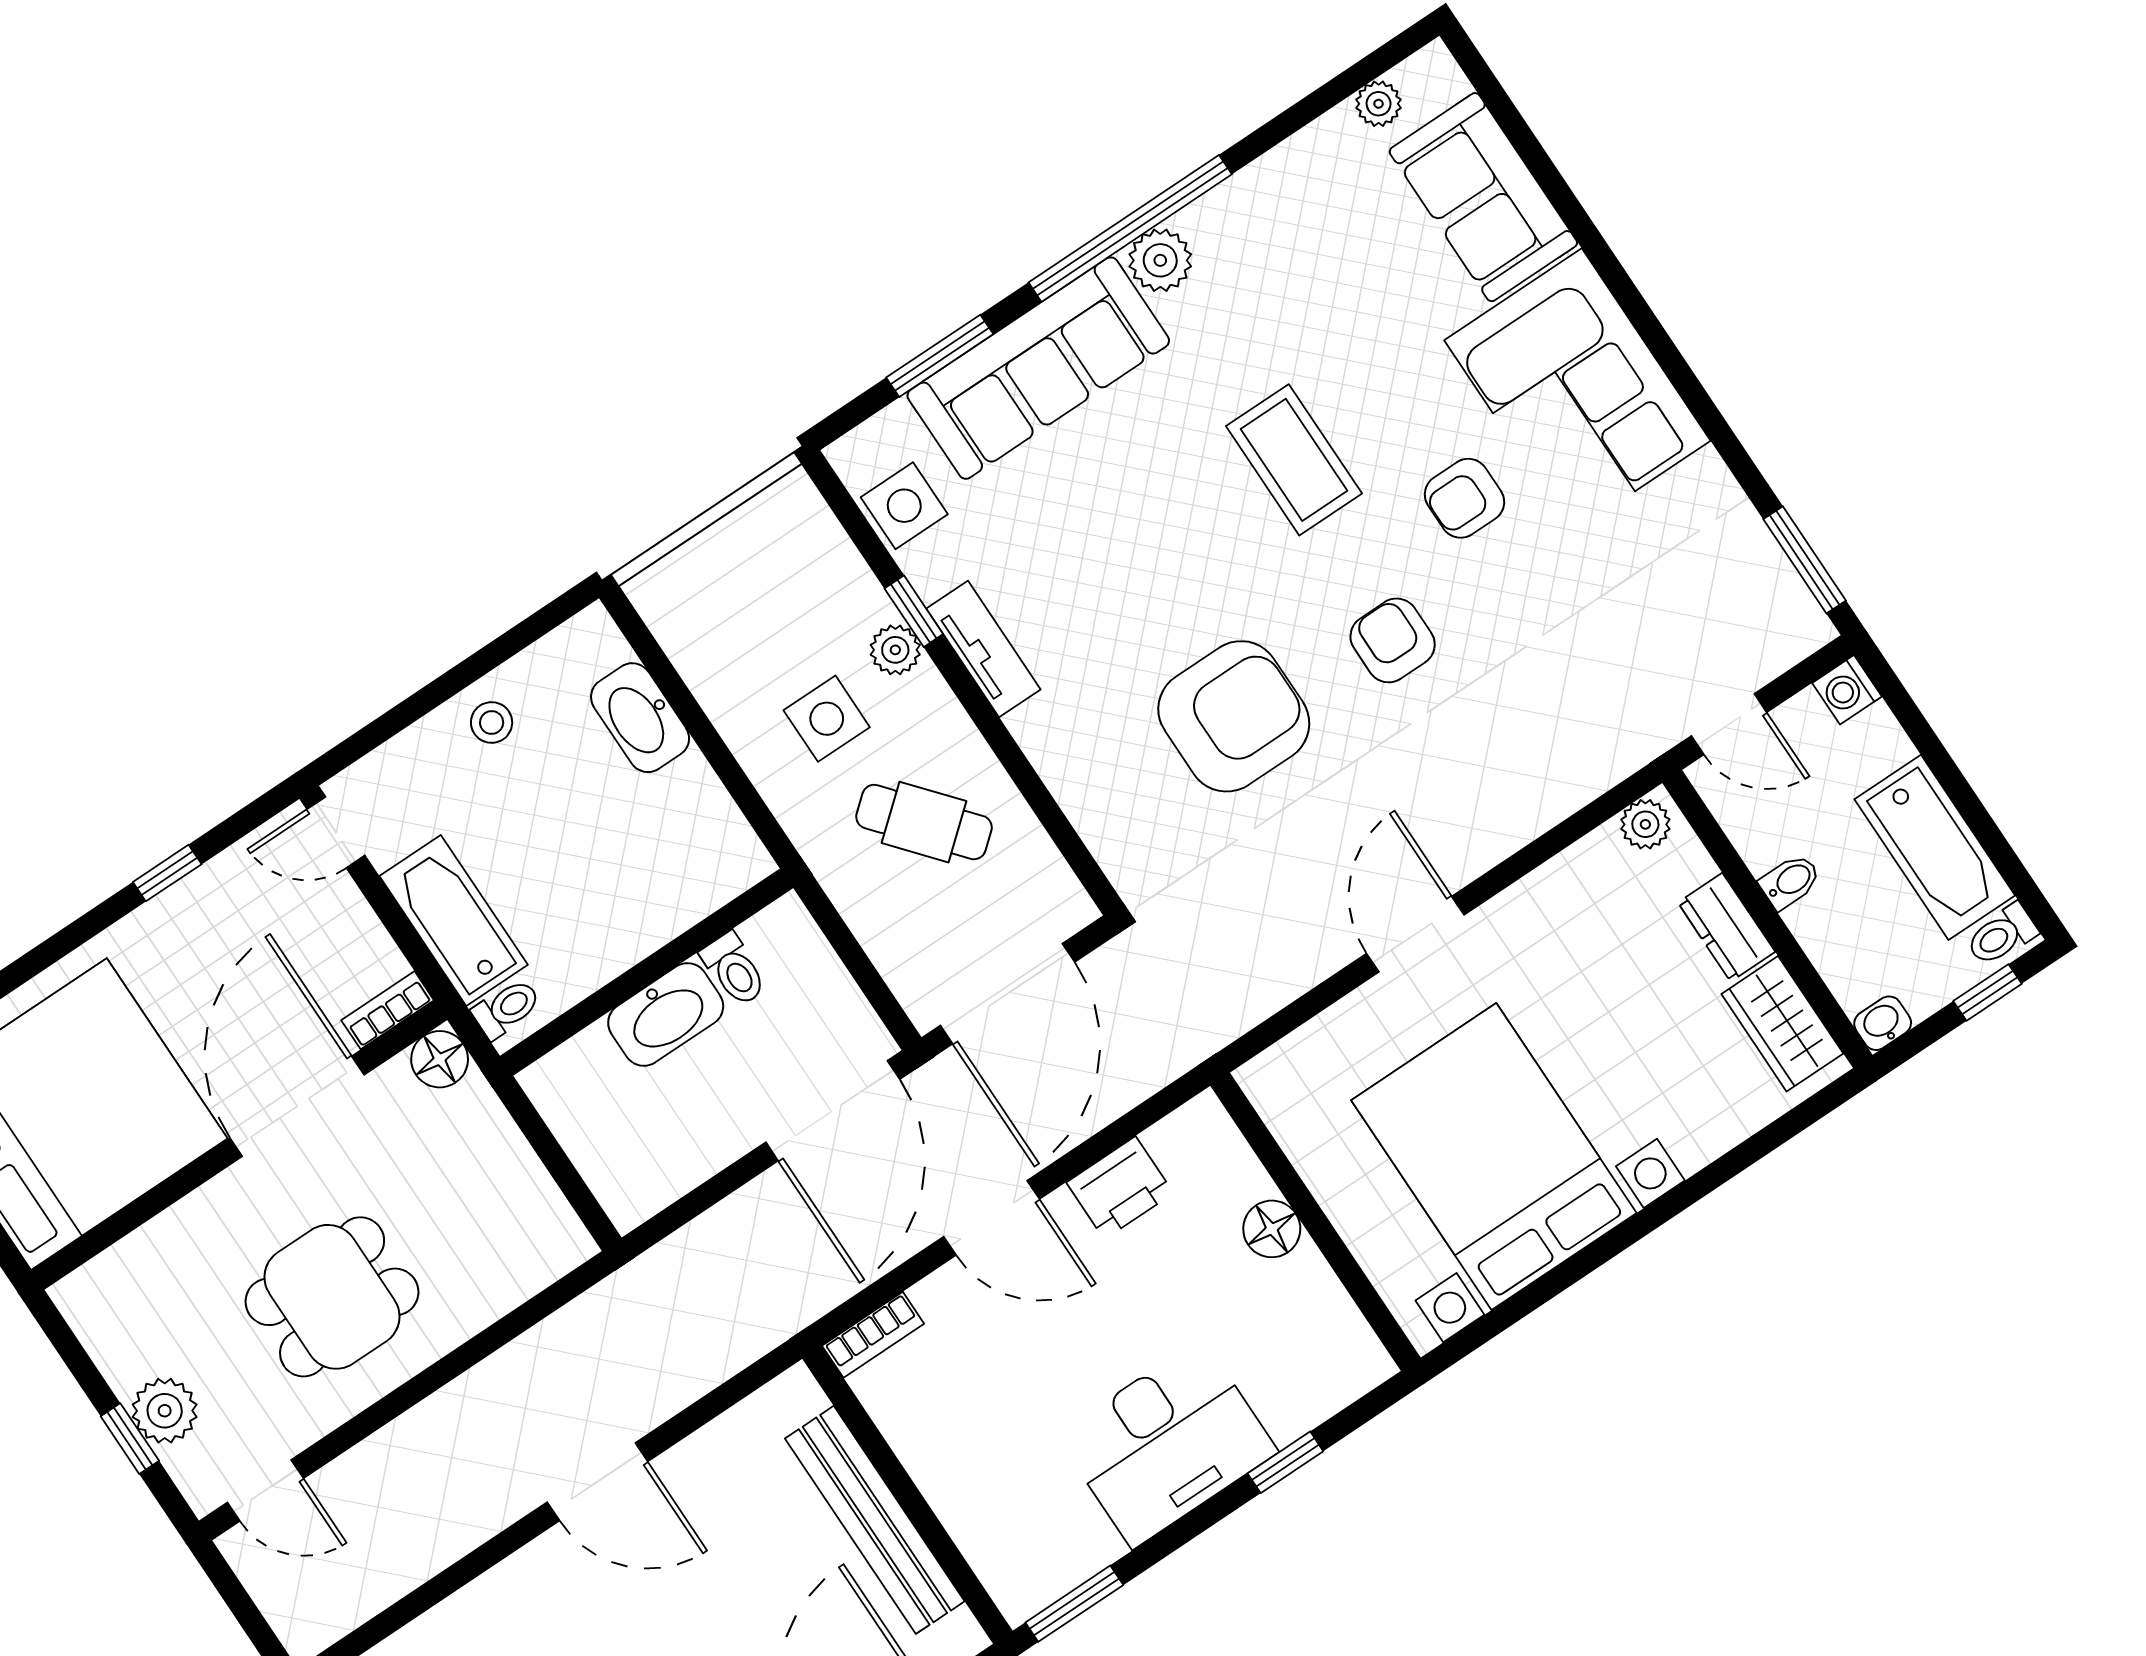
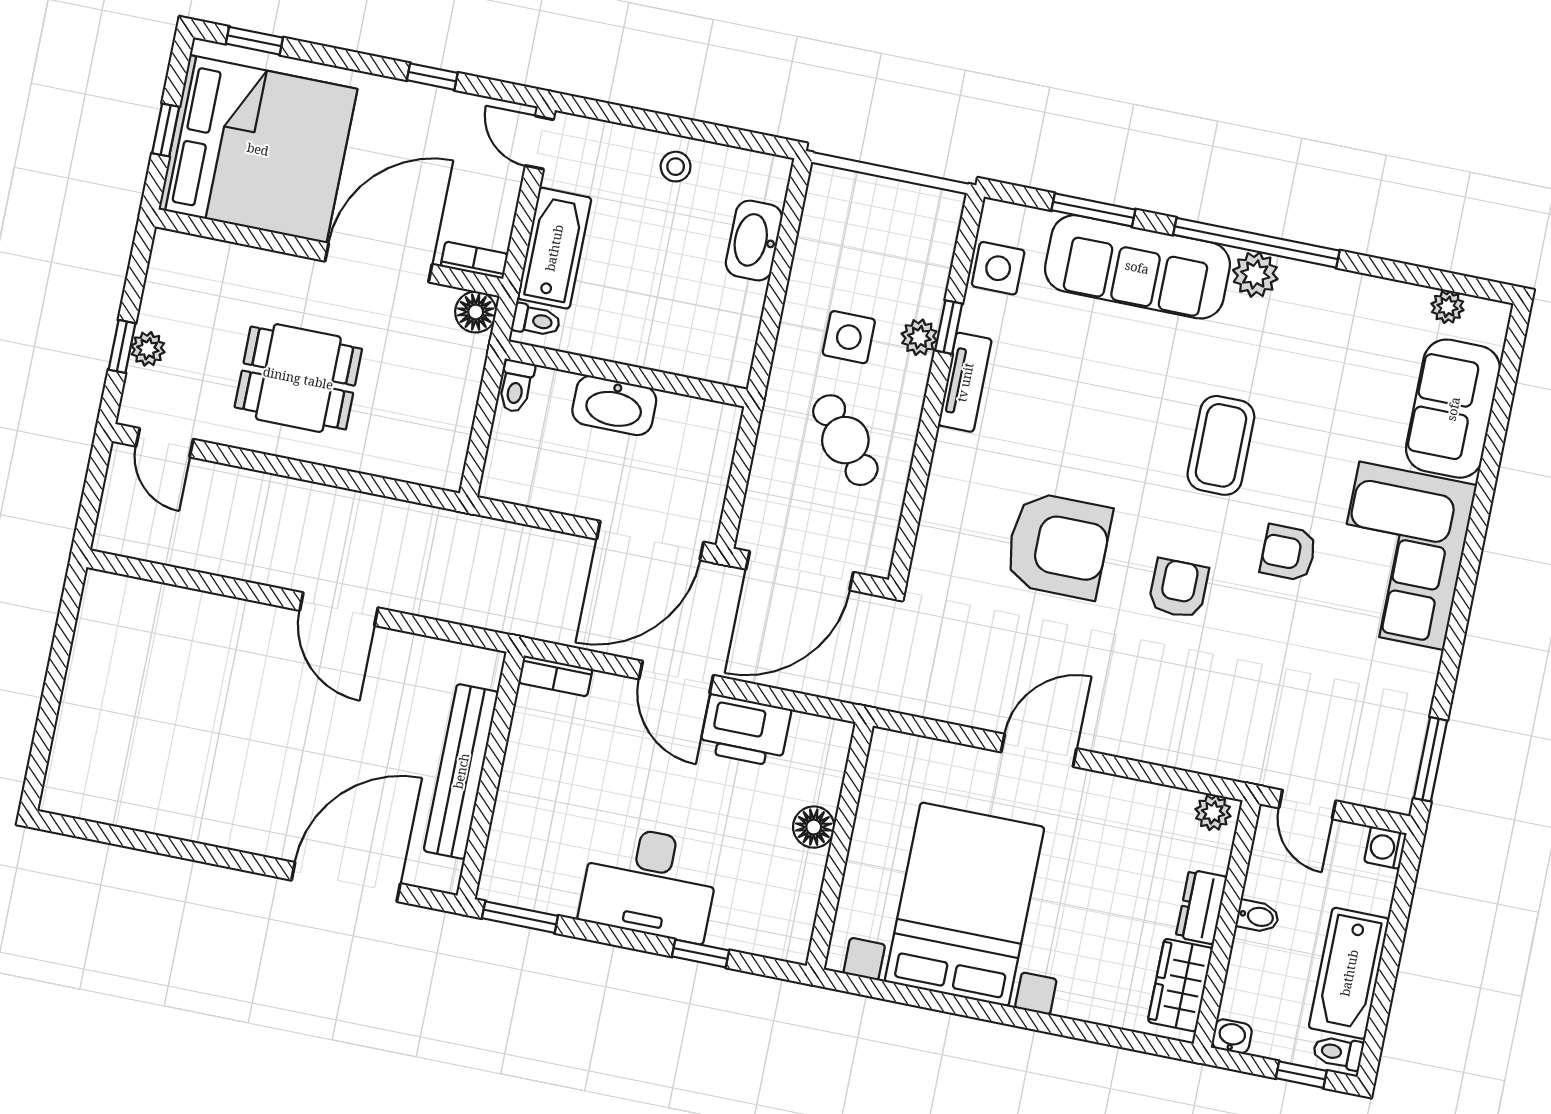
toilet: (734, 969) -> (516, 386), moved
printer: (1120, 1188) -> (745, 730), width x1.37, depth x1.19
plant: (165, 1411) -> (148, 349), width x0.73, depth x0.73

